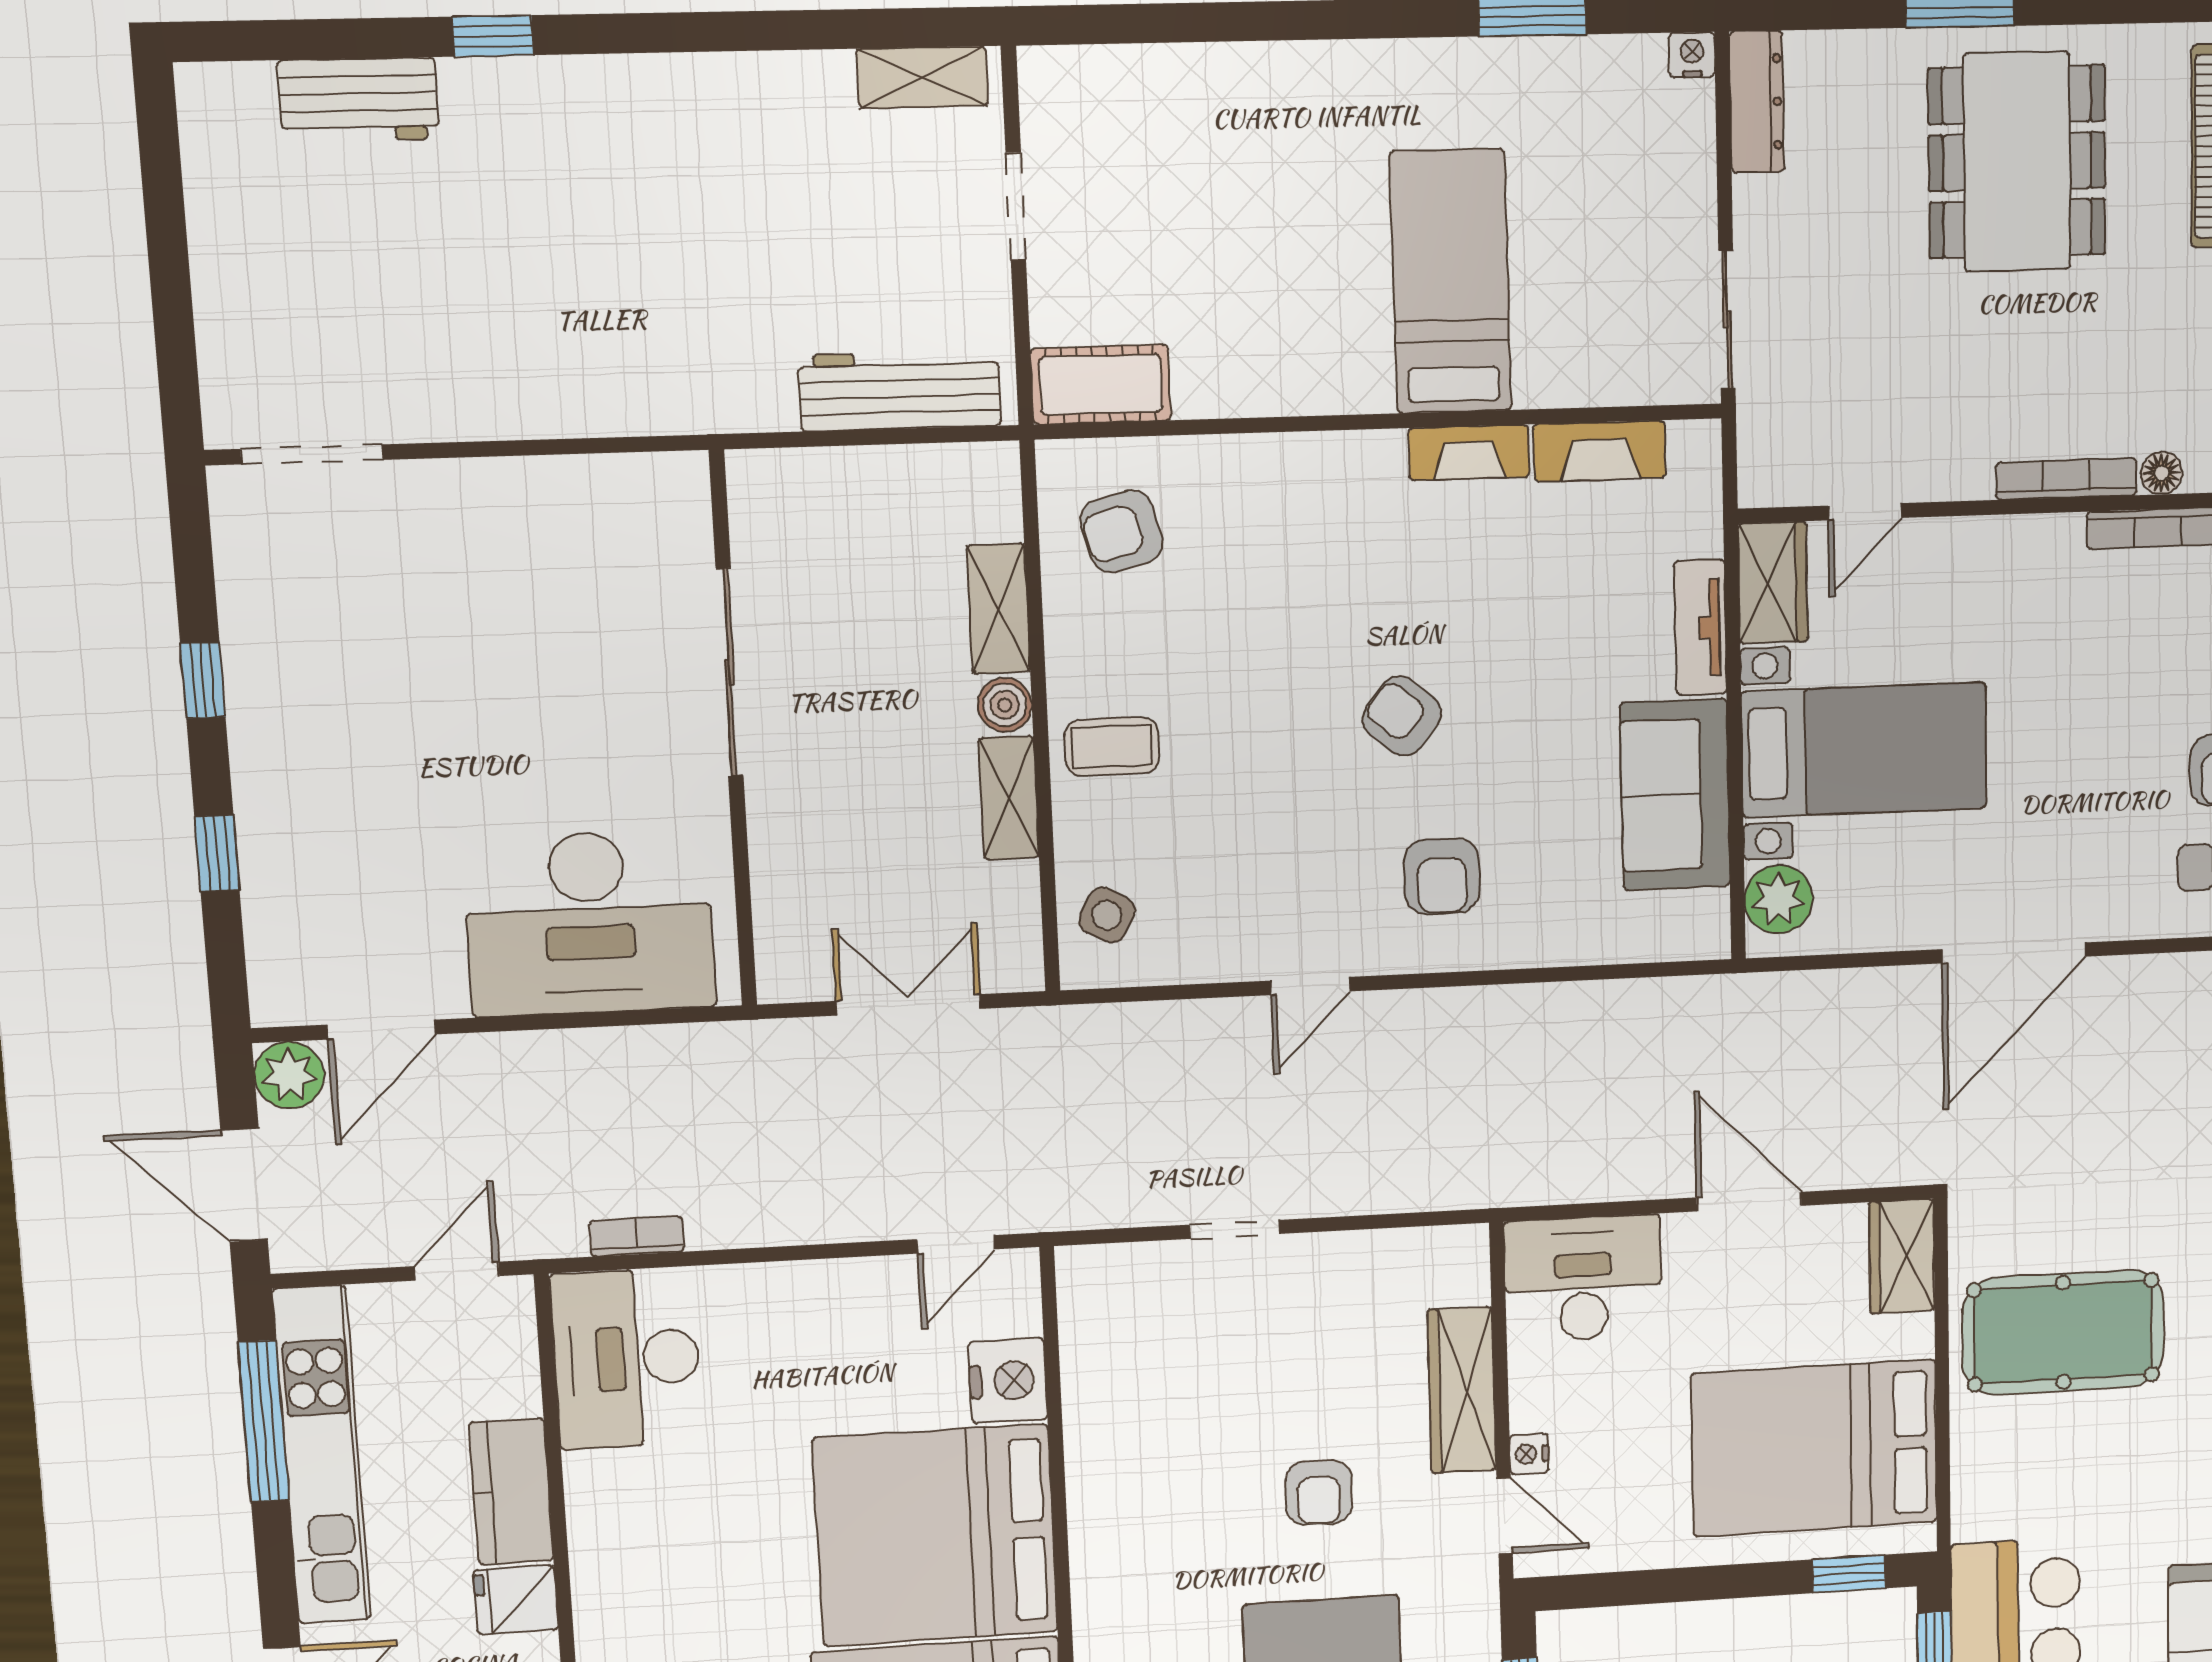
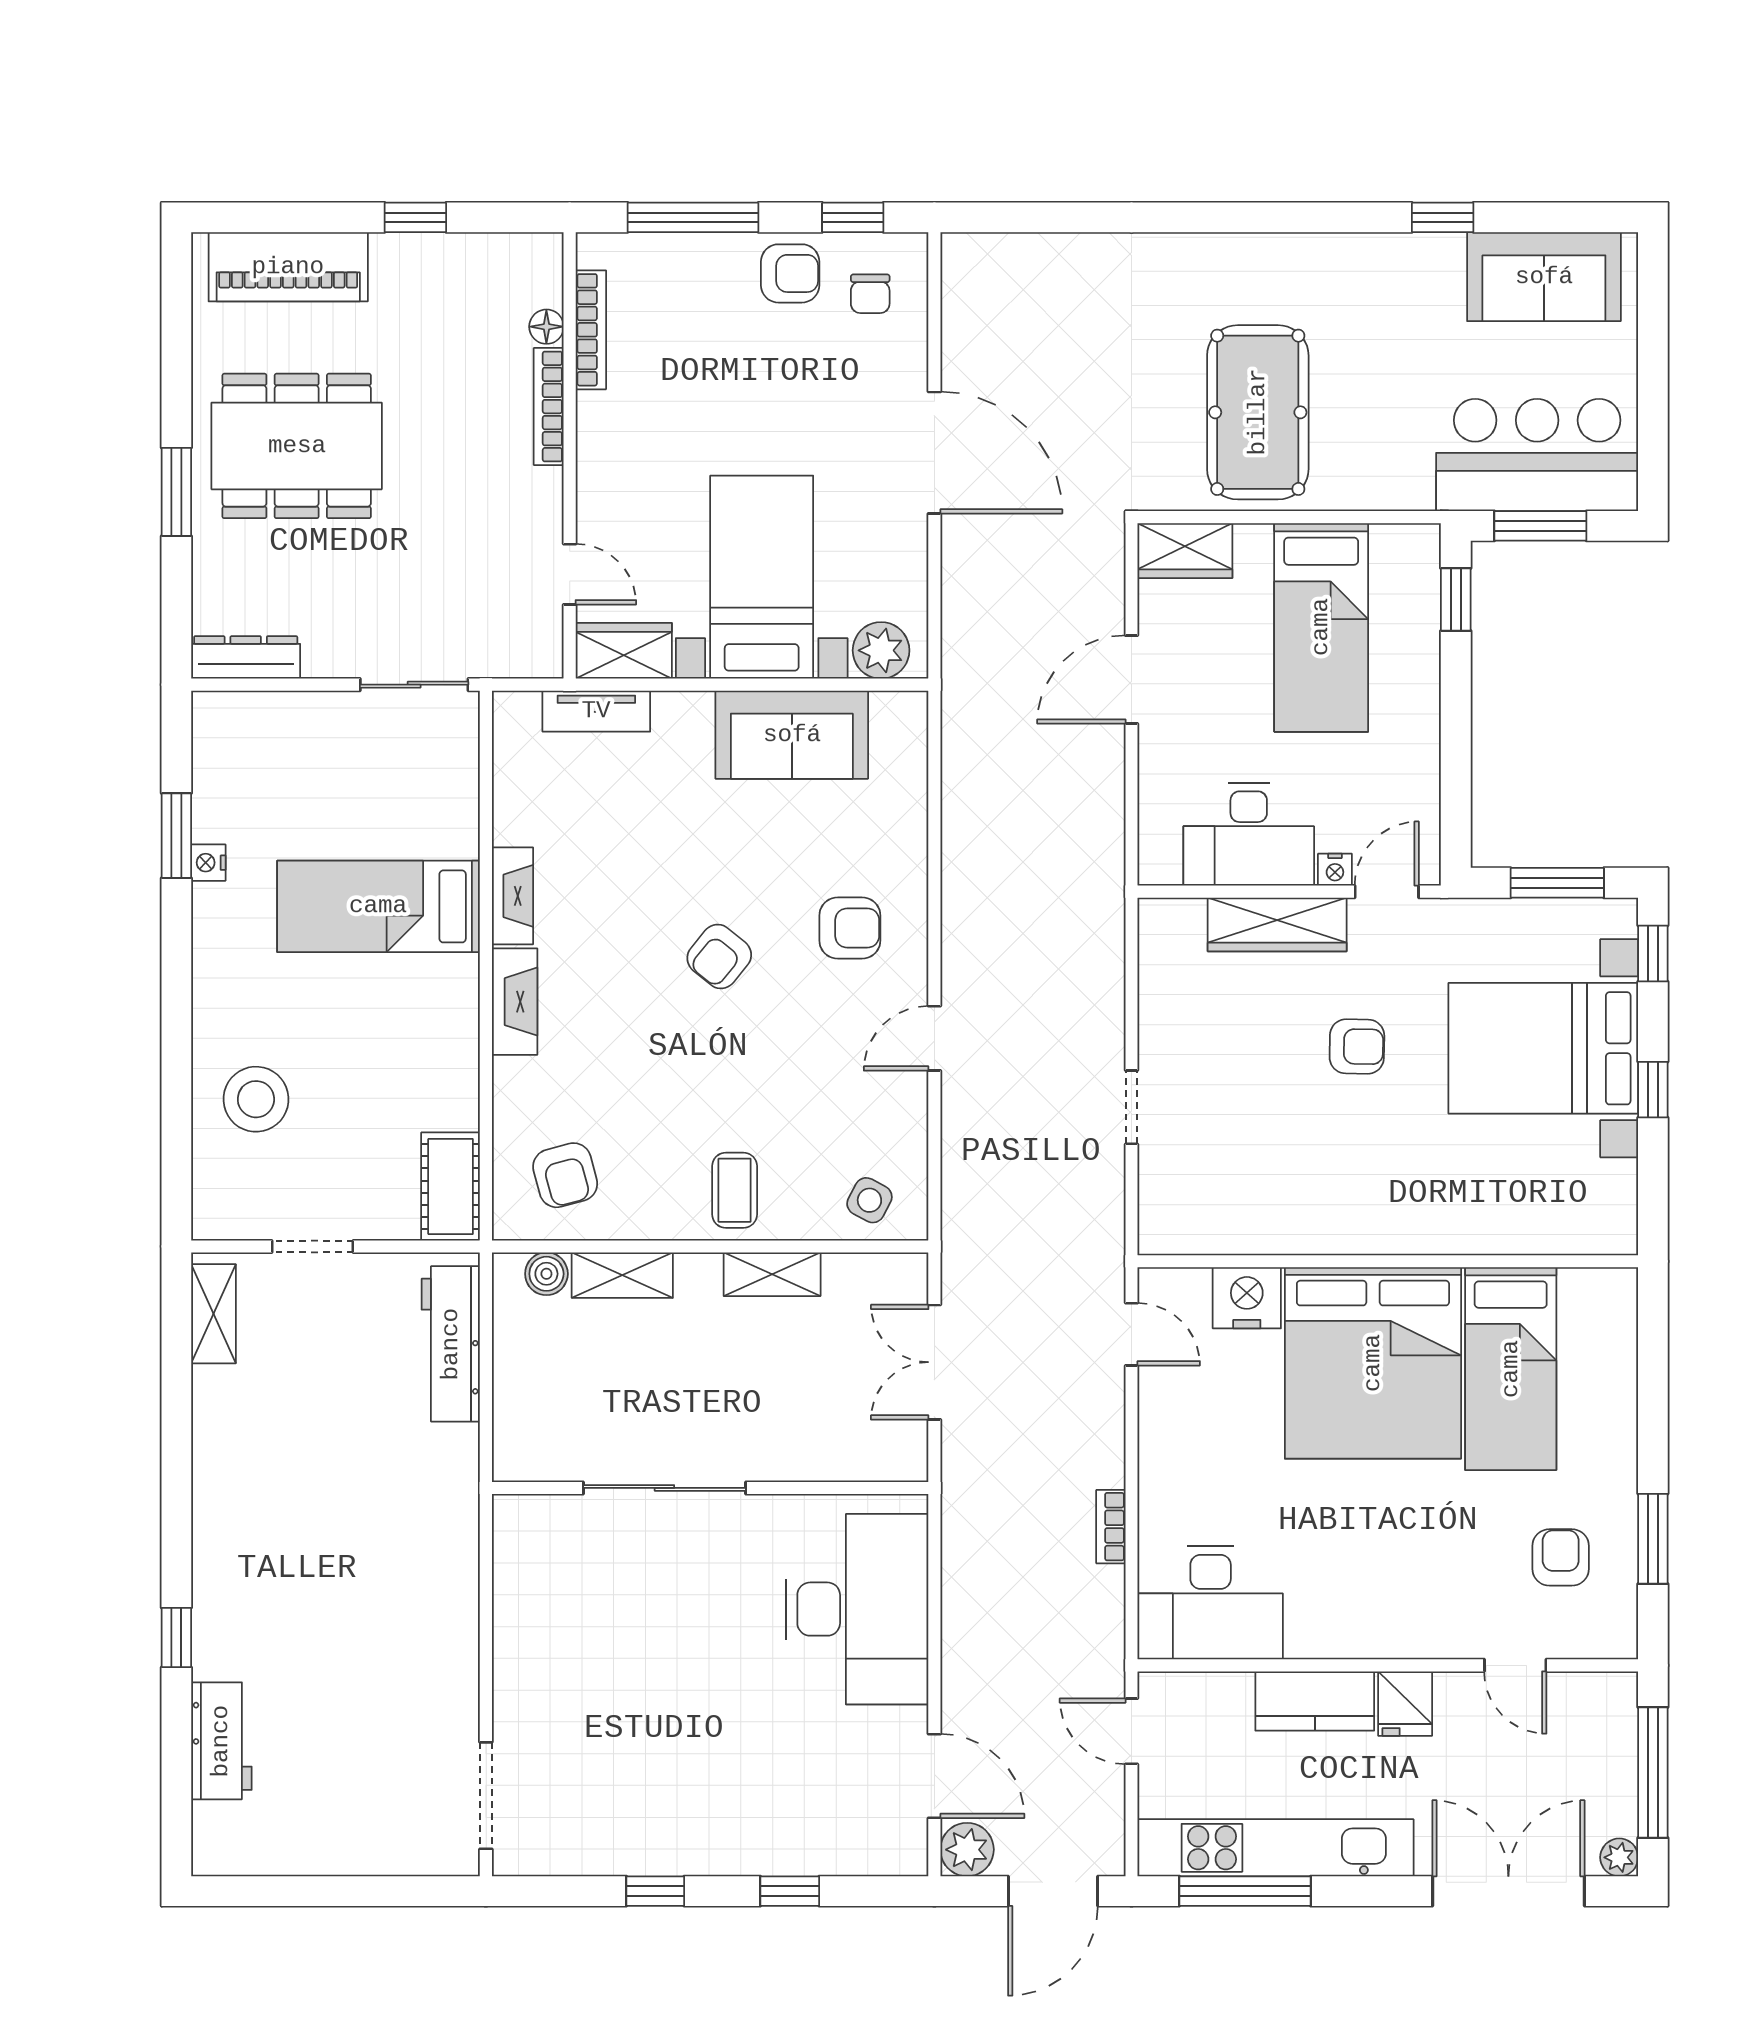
nightstand: (1692, 55) -> (208, 863), moved
stool: (1202, 128) -> (256, 1099), added
fireplace: (1600, 451) -> (515, 1002), moved
tv unit: (1700, 628) -> (596, 711), moved
boiler: (1005, 705) -> (546, 1274), moved
door: (1310, 986) -> (934, 1038), swing flipped
bookcase: (637, 1236) -> (1111, 1527), moved
desk: (1583, 1279) -> (1249, 834), moved, turned -90
bed: (1814, 1448) -> (1321, 627), width x0.67

